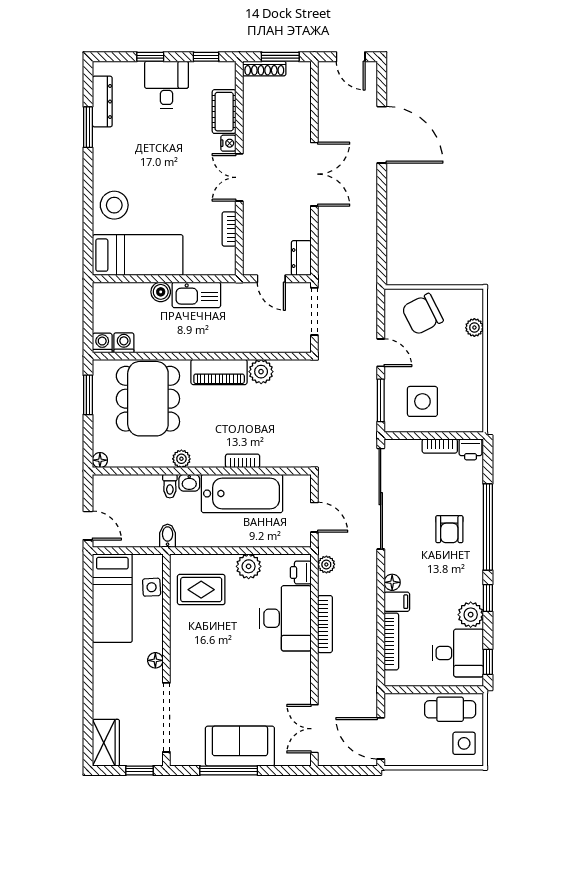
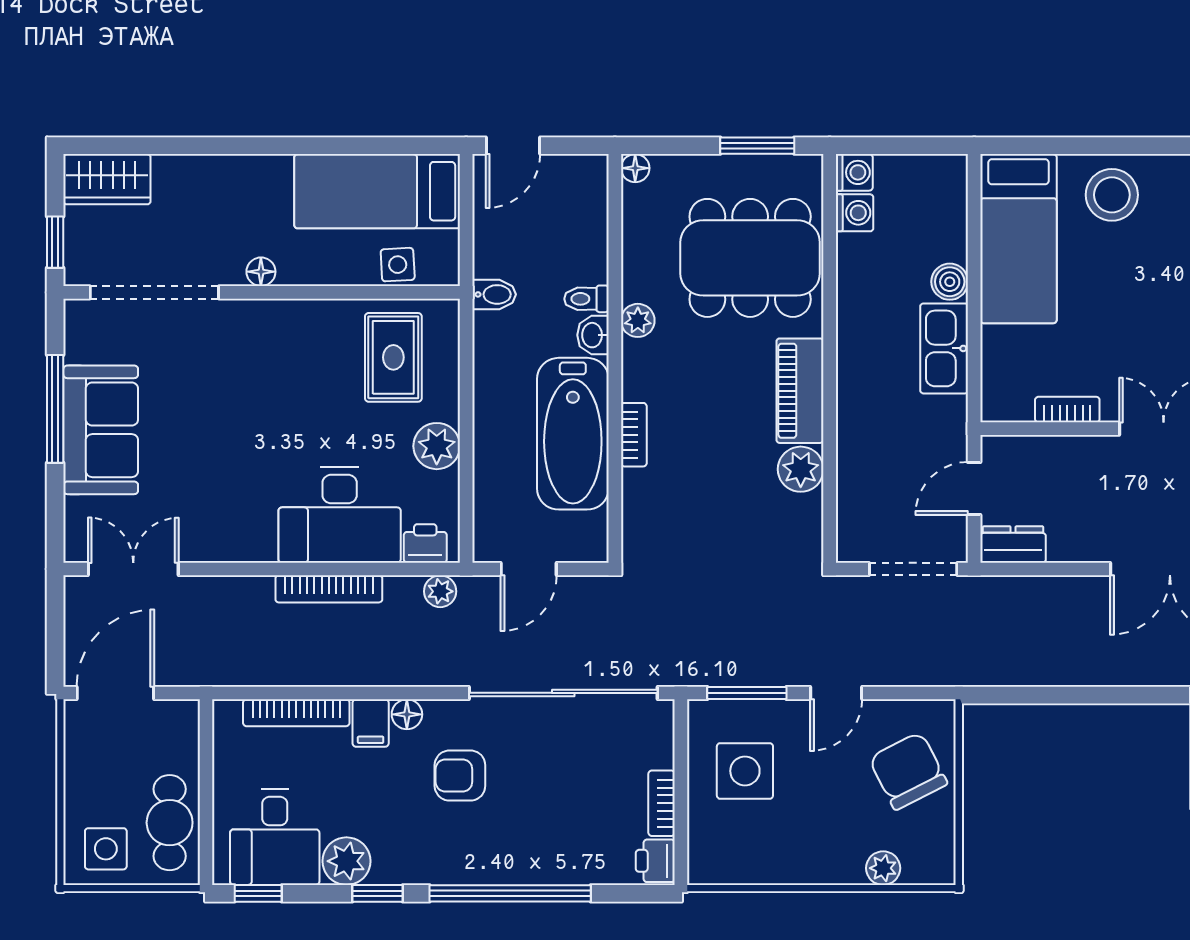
armchair: (449, 529) -> (460, 776), moved

